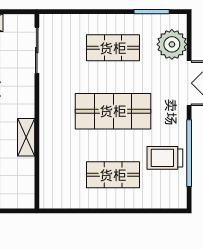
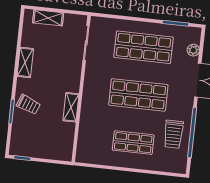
plant: (172, 44) -> (193, 50), width x0.53, depth x0.53
shop shelf: (113, 48) -> (144, 47), width x1.43, depth x1.36
trolley: (165, 158) -> (173, 134), turned -90

